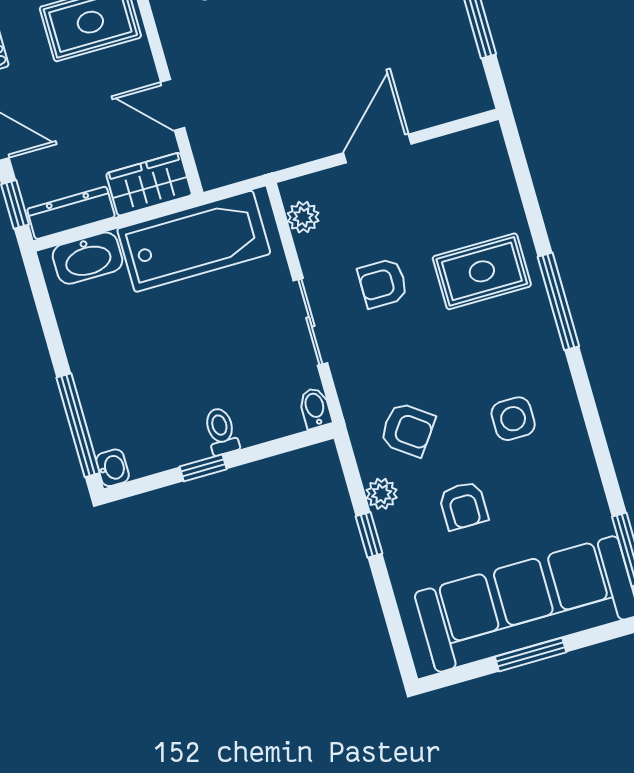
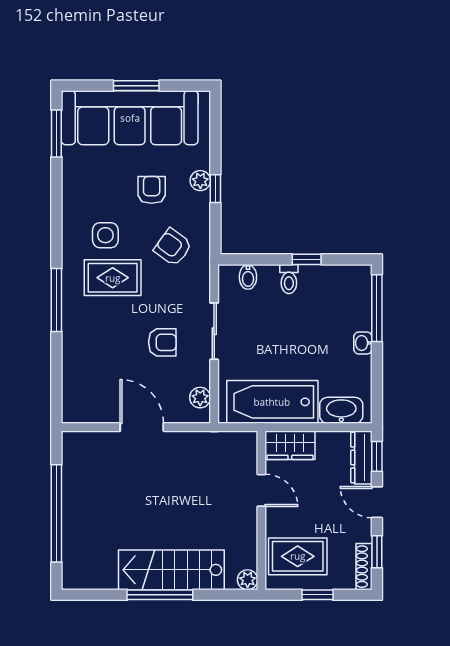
door: (377, 148) -> (142, 427), swing flipped
dresser: (71, 213) -> (361, 458), moved, turned 90
rug: (482, 271) -> (113, 278), moved
bidet: (315, 408) -> (248, 277), moved
washbasin: (113, 468) -> (363, 343), moved
plant: (382, 494) -> (200, 181), moved

